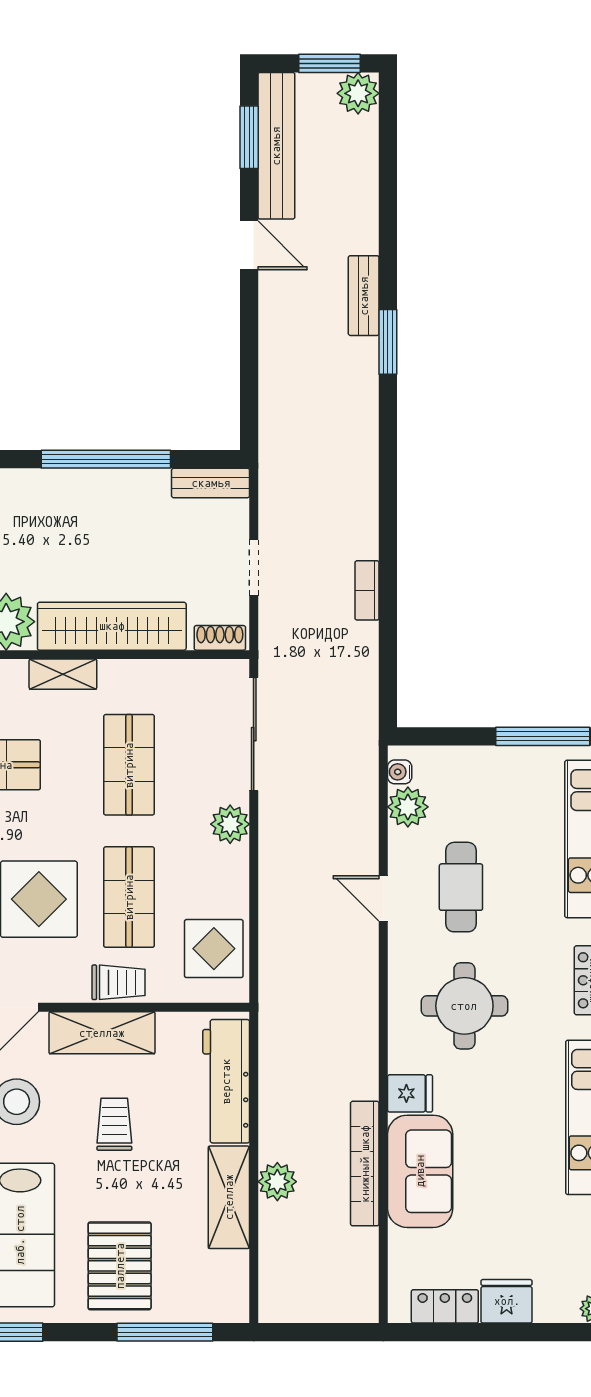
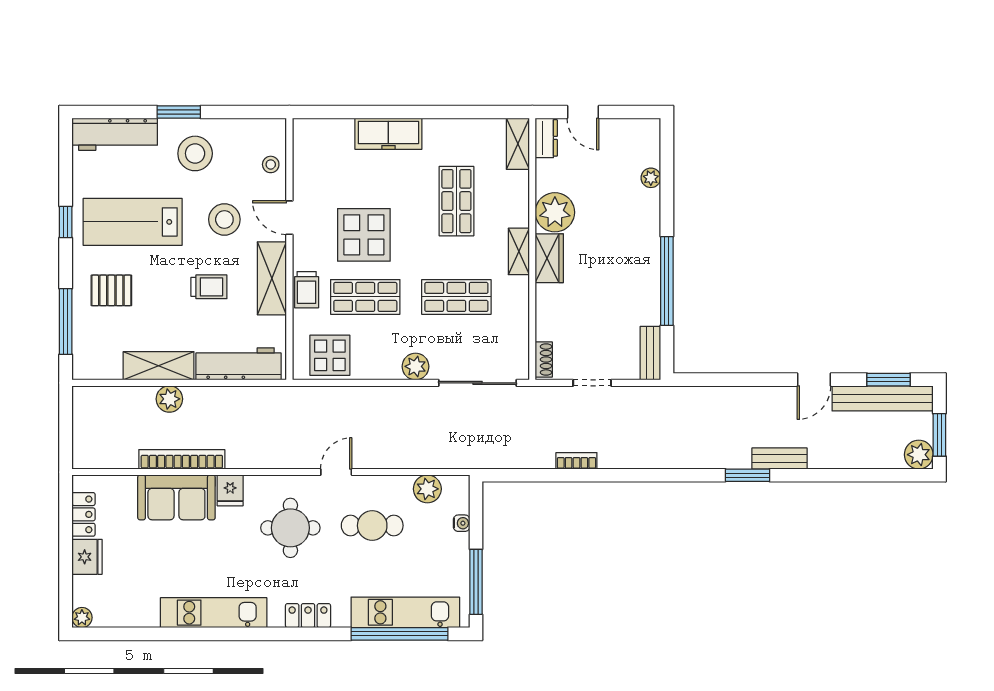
wardrobe: (112, 626) -> (549, 258), width x0.48, depth x0.85
water cooler: (400, 772) -> (462, 523), moved, turned 90
door: (383, 898) -> (336, 472), moved
pallet: (120, 1266) -> (111, 290), width x0.67, depth x0.71

